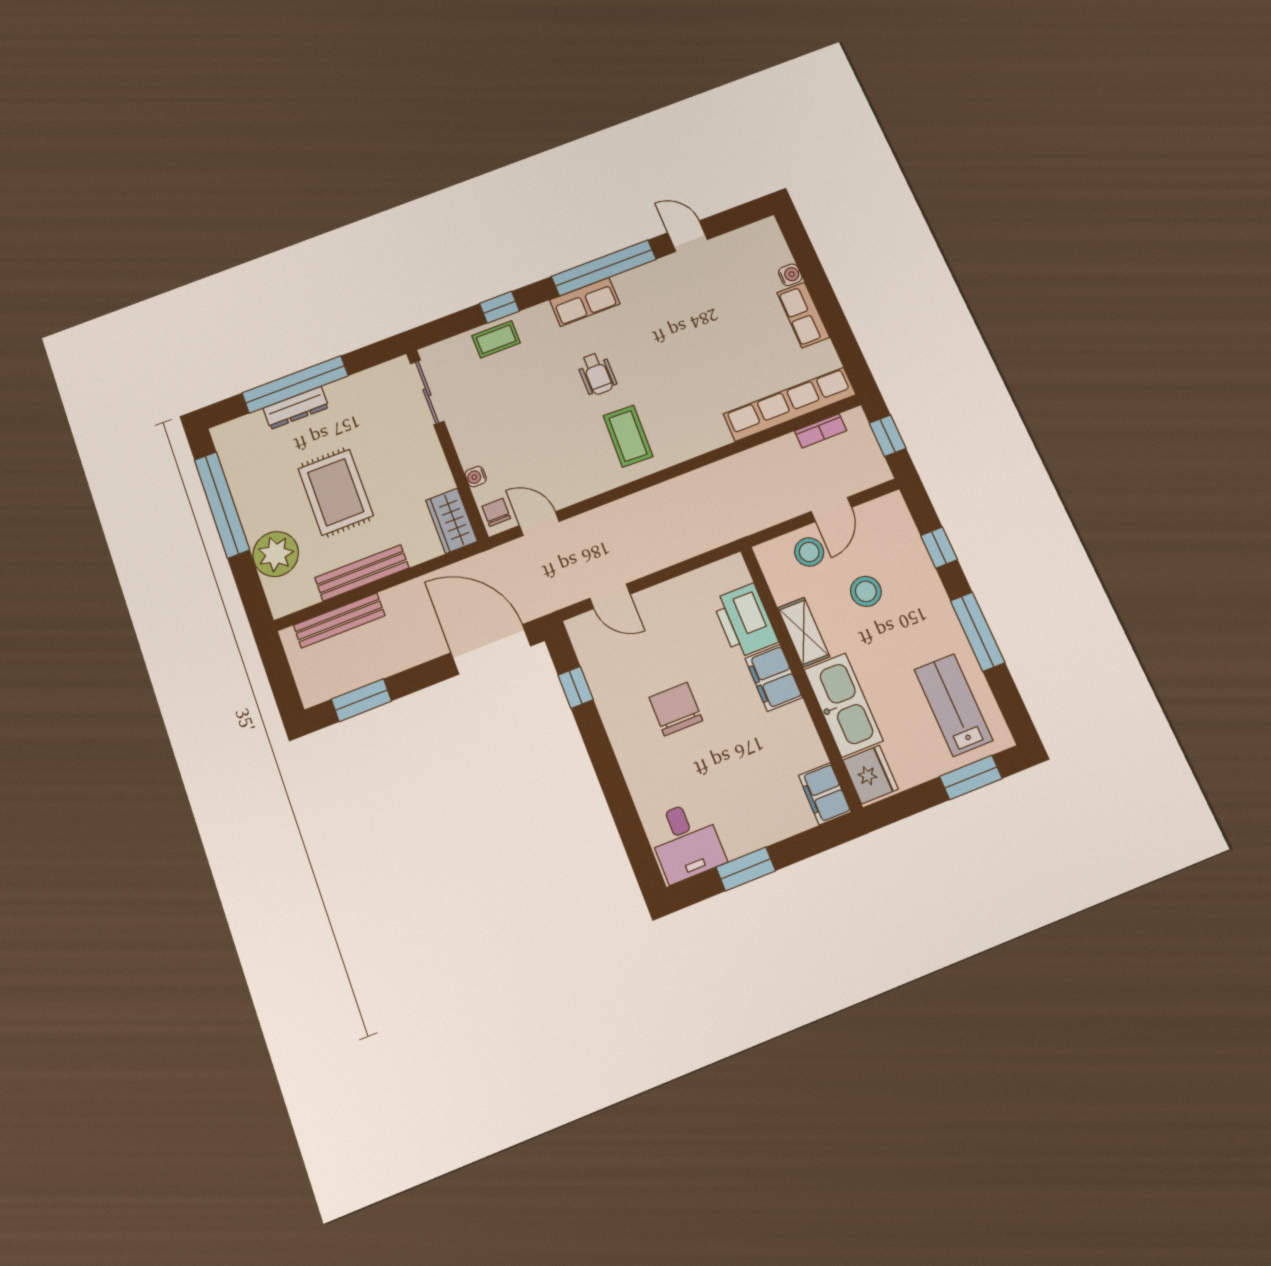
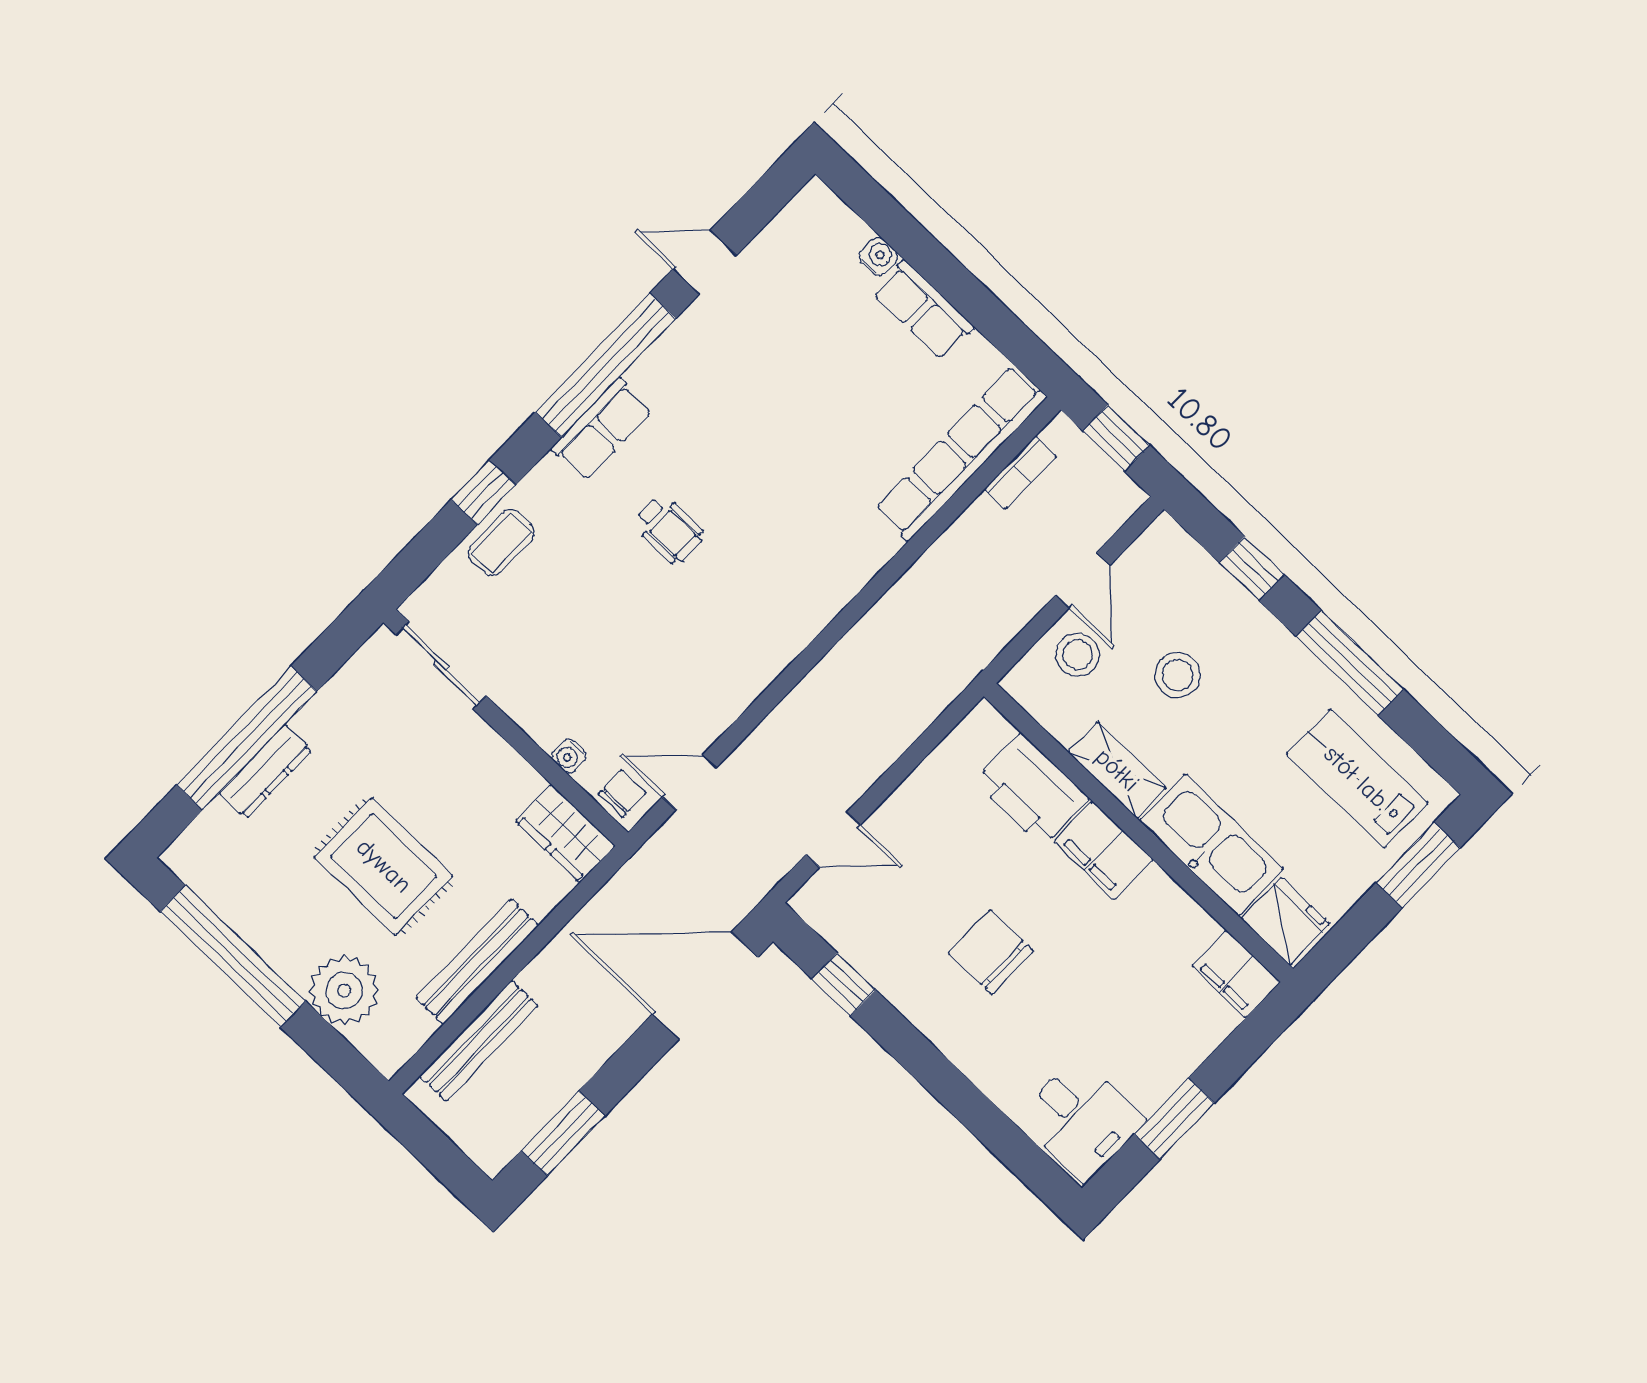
coffee table: (628, 436) -> (755, 601), removed
chair: (496, 512) -> (622, 794), turned 90

